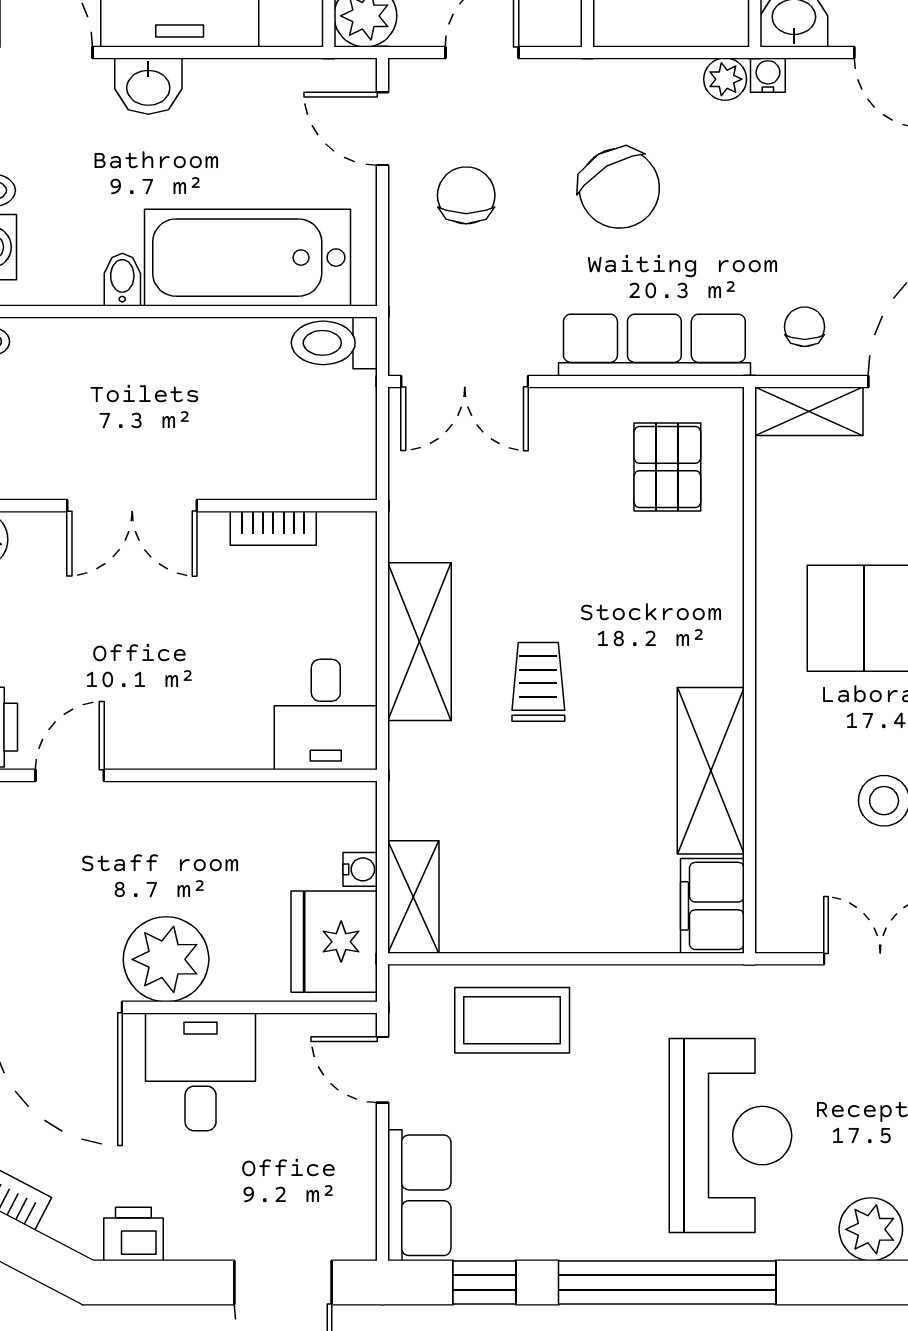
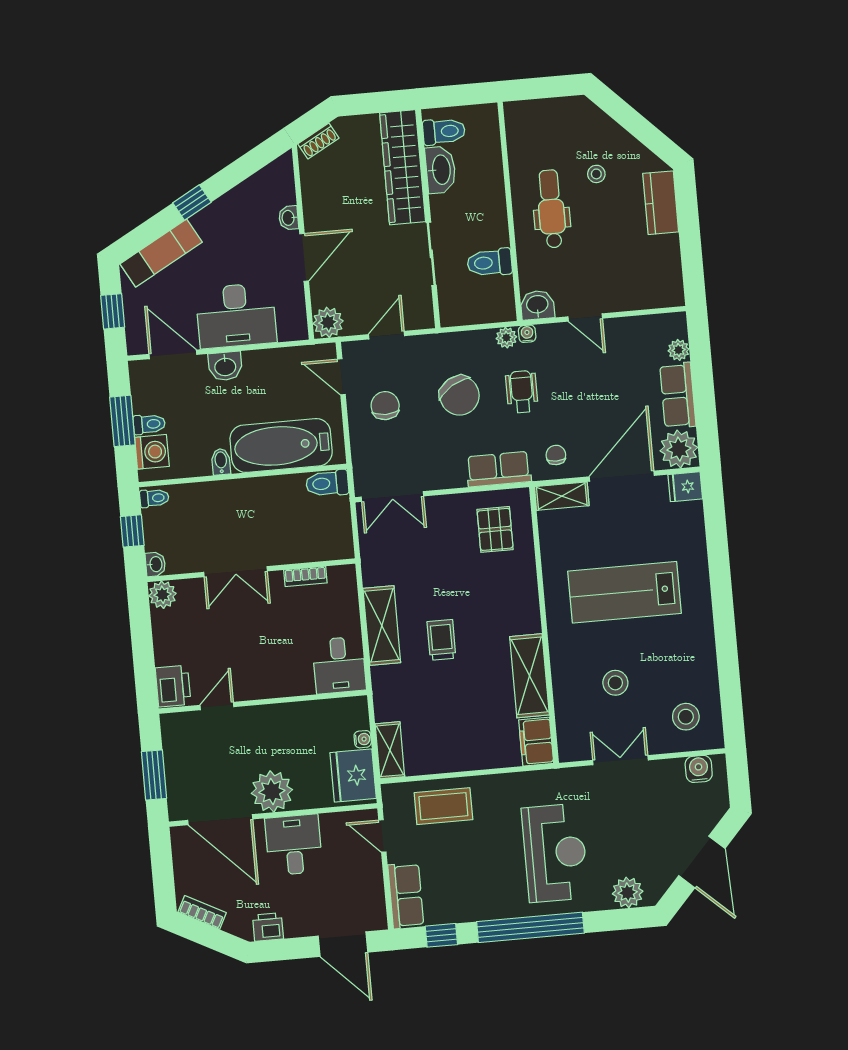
wheelchair: (747, 192) -> (522, 392), added
row of seats: (654, 345) -> (499, 469), width x0.68

